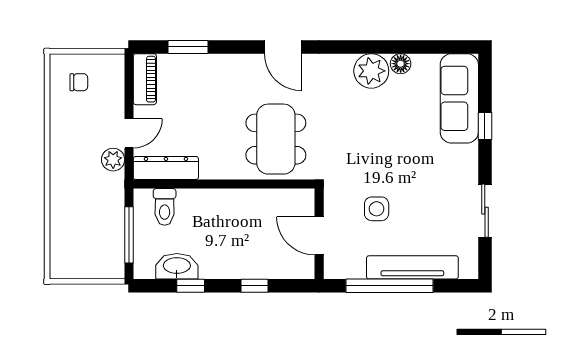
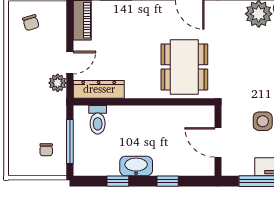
chair: (79, 82) -> (31, 23), turned 73
chair: (98, 245) -> (46, 150), added
washbasin: (177, 266) -> (136, 166), moved

